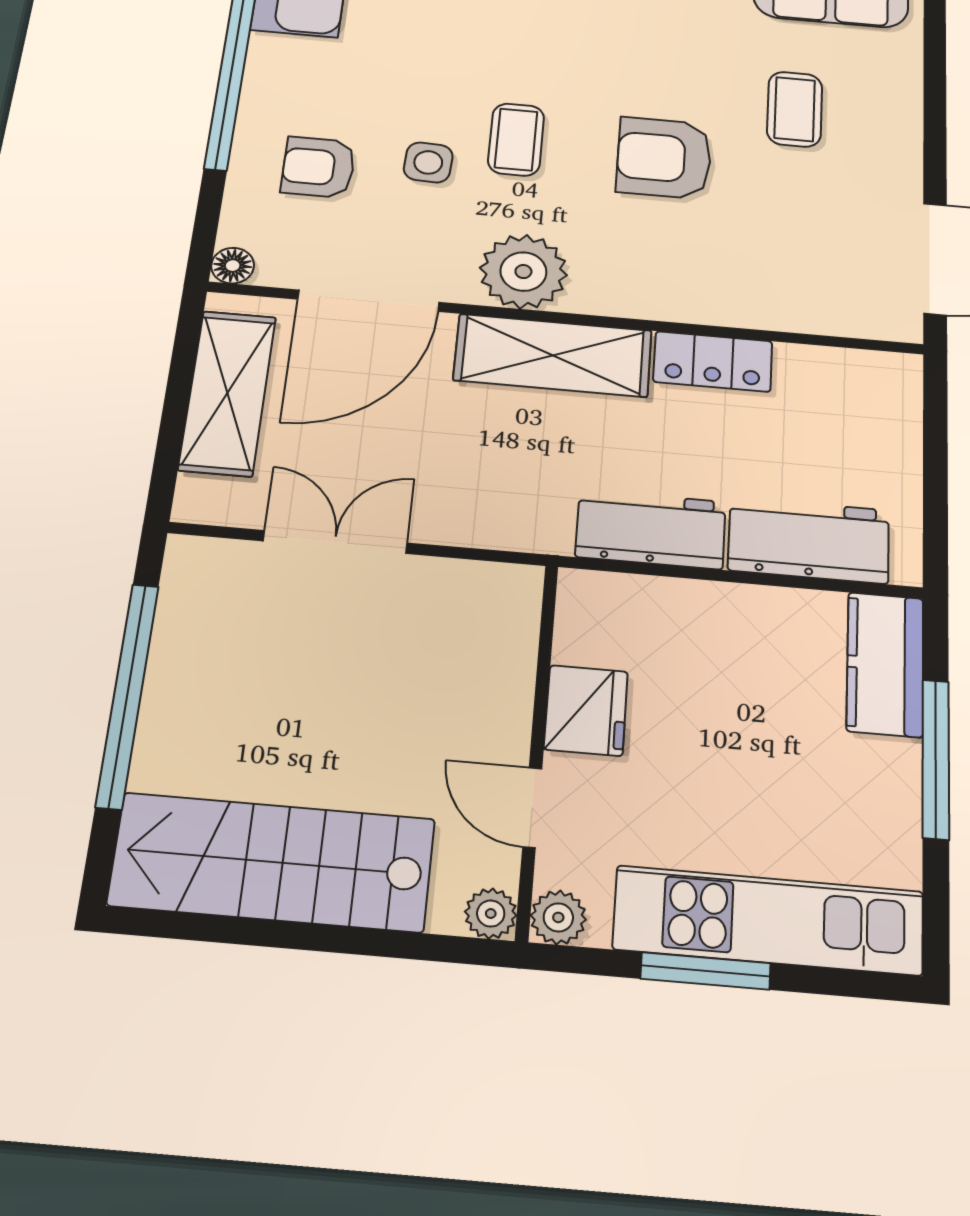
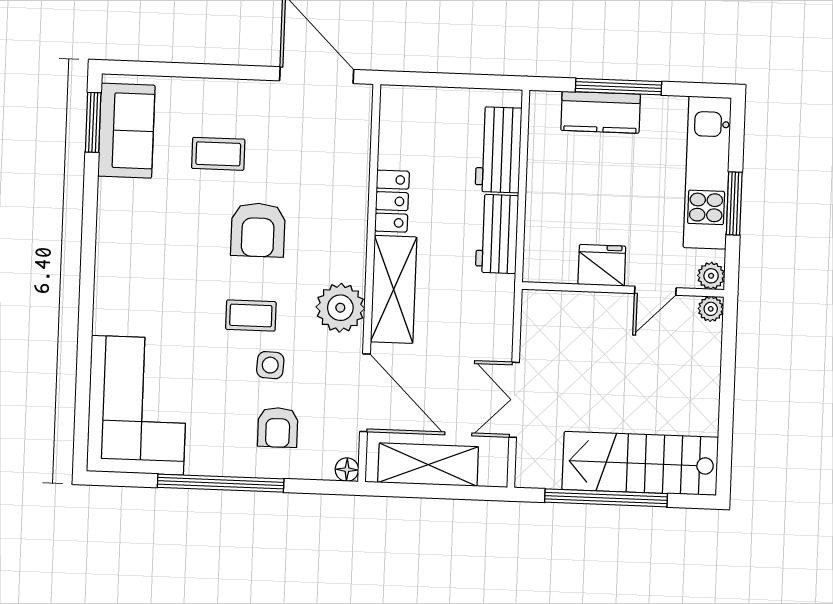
kitchen counter: (885, 664) -> (601, 112), moved
stairs: (272, 862) -> (640, 463), moved, turned 90

